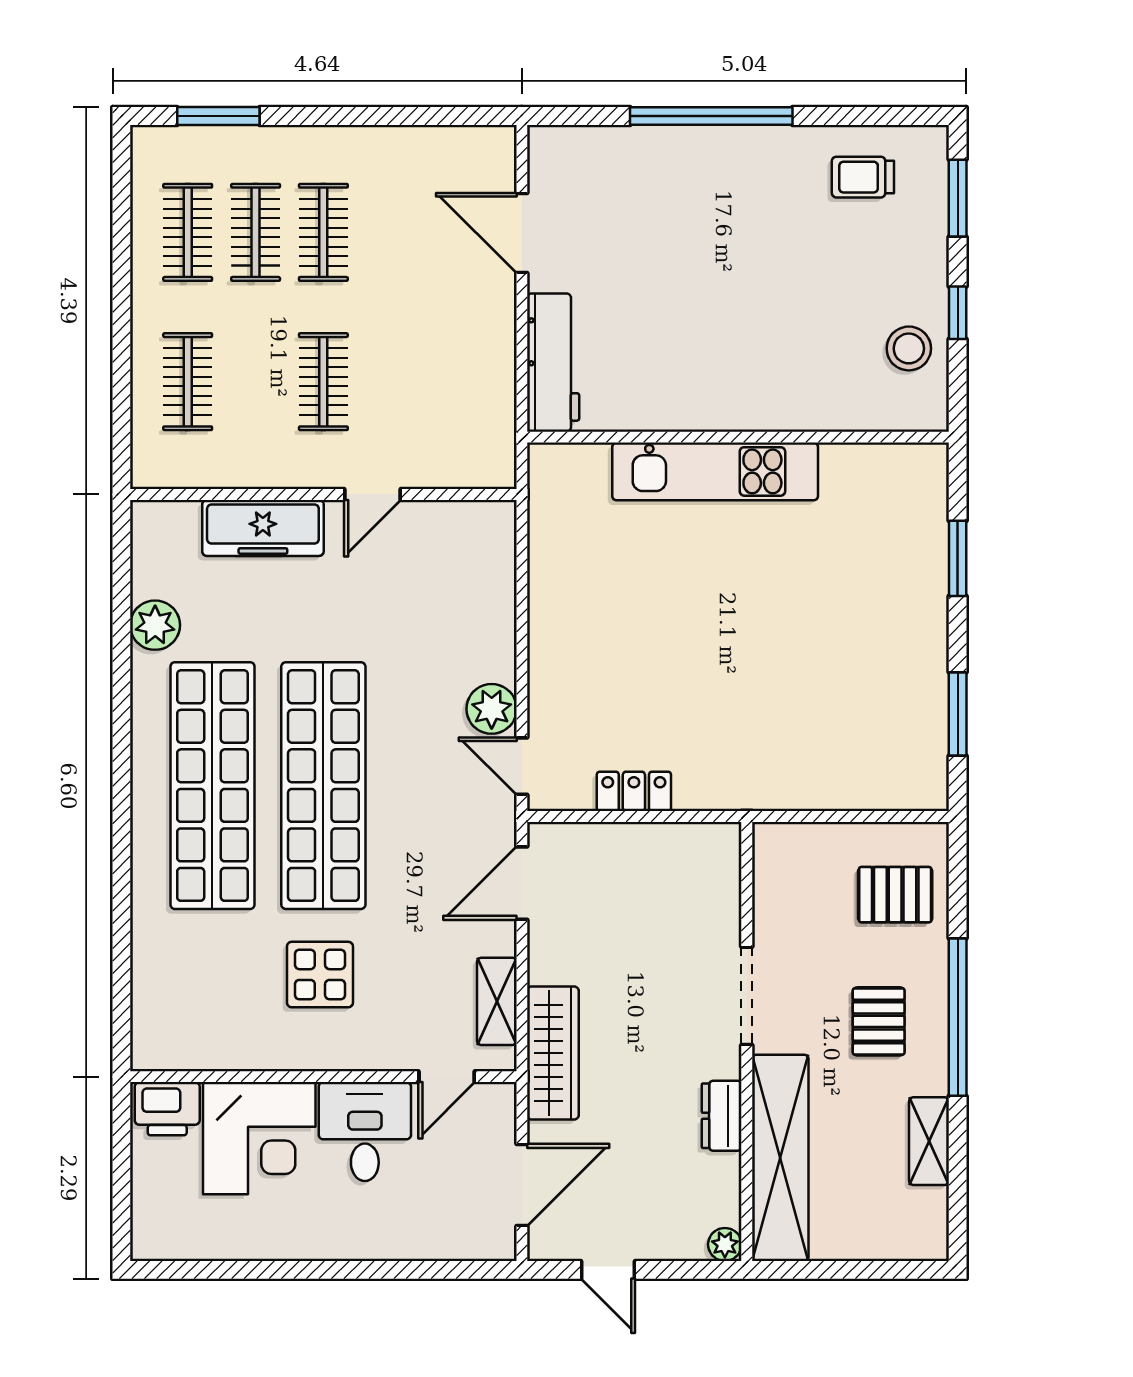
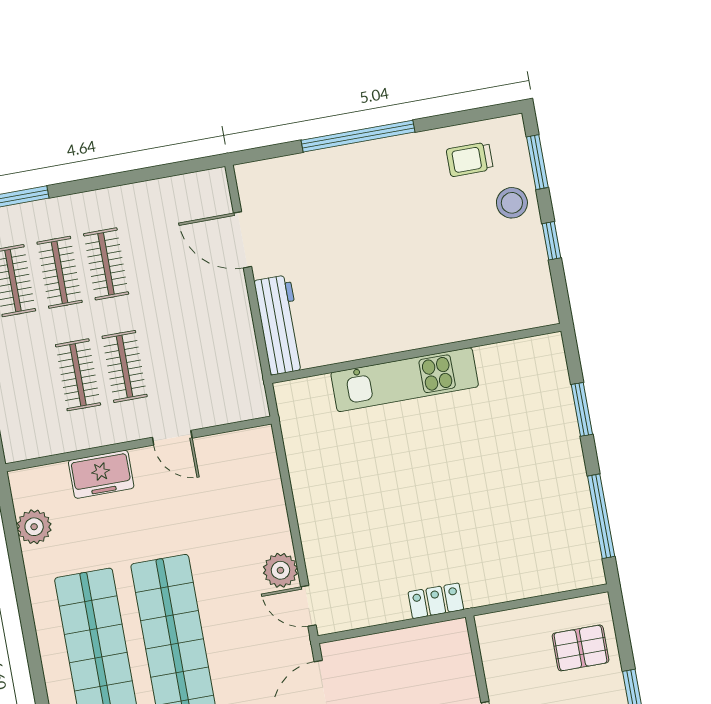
stool: (909, 348) -> (512, 203), moved
clothes rail: (188, 382) -> (78, 375), moved
door: (373, 494) -> (172, 438), hinge flipped
freezer: (263, 528) -> (101, 474), width x0.71
plant: (155, 625) -> (34, 527), moved
window: (958, 714) -> (601, 516), width x1.44
locker: (634, 791) -> (436, 601), moved

